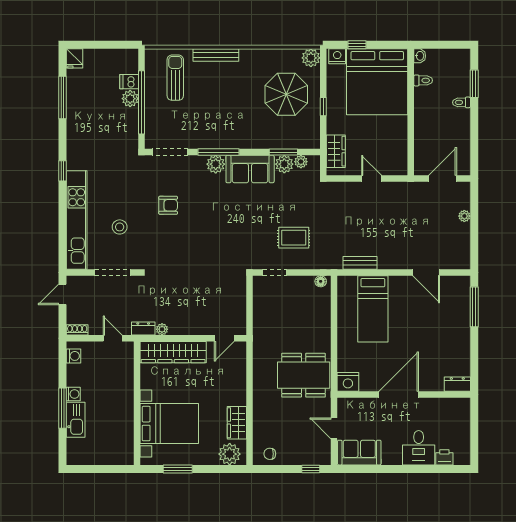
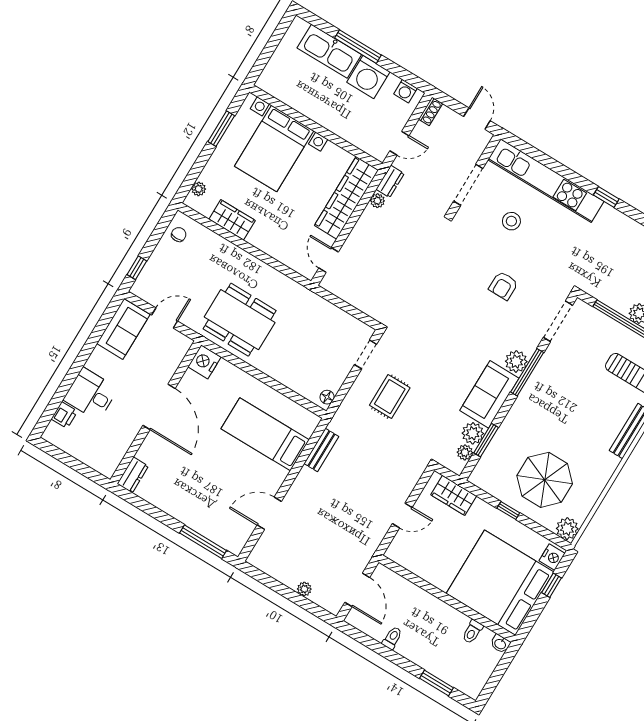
toilet: (461, 102) -> (392, 638), moved
dining table: (304, 375) -> (240, 320), turned 90
washing machine: (73, 394) -> (368, 77), width x1.89, depth x1.89
kitchen sink: (76, 420) -> (329, 51), width x1.36, depth x1.24
plant: (230, 454) -> (199, 189), width x0.53, depth x0.53

